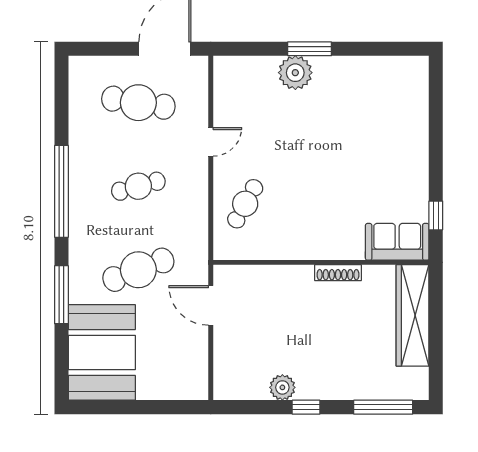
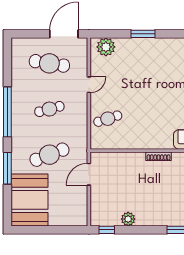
plant: (295, 73) -> (106, 47), moved
cafe table: (245, 204) -> (108, 119), turned 43
door: (211, 305) -> (89, 174), hinge flipped
window: (306, 407) -> (107, 230), moved

